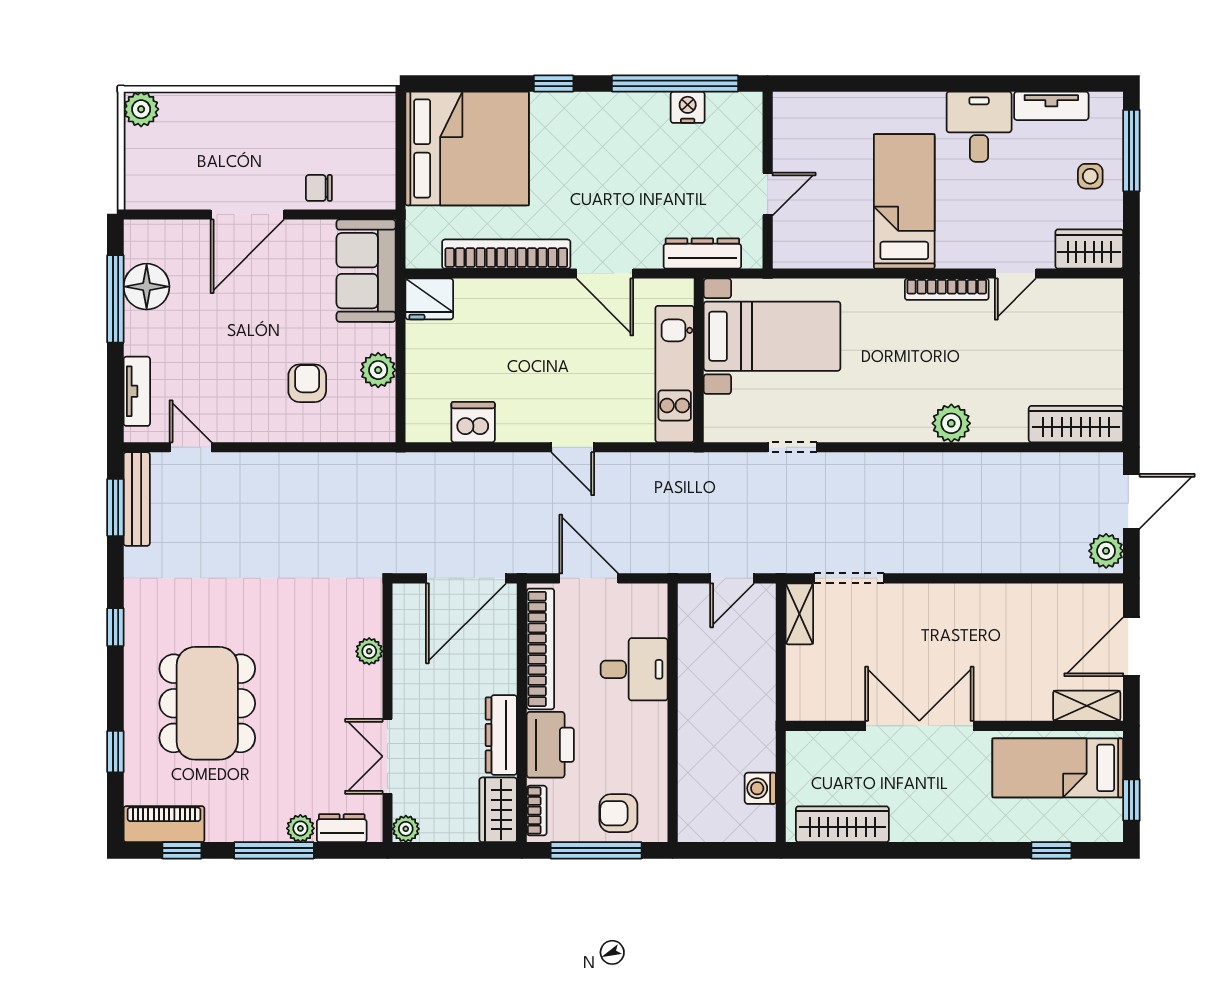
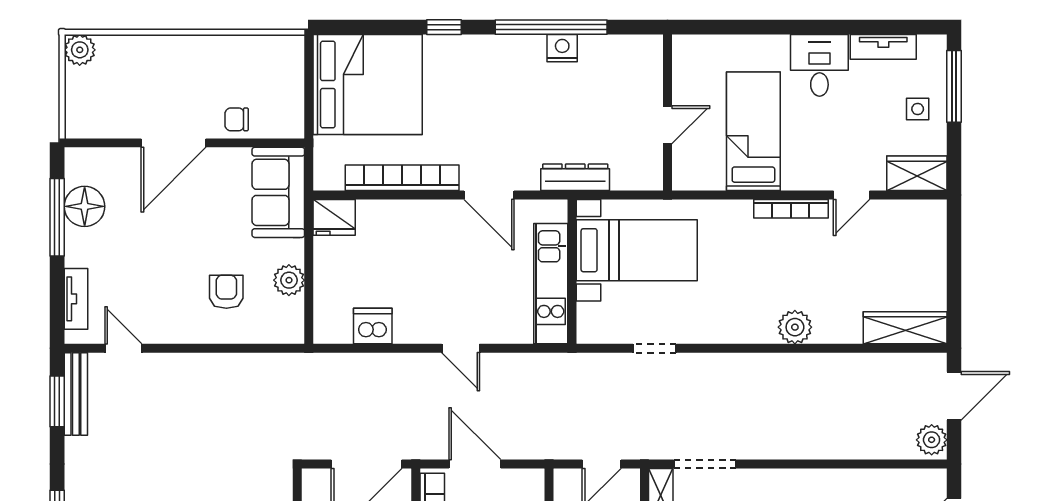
wall: (768, 180) -> (668, 112), moved
door: (768, 194) -> (668, 125), moved

